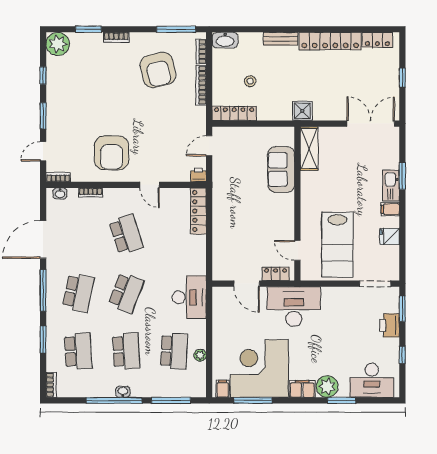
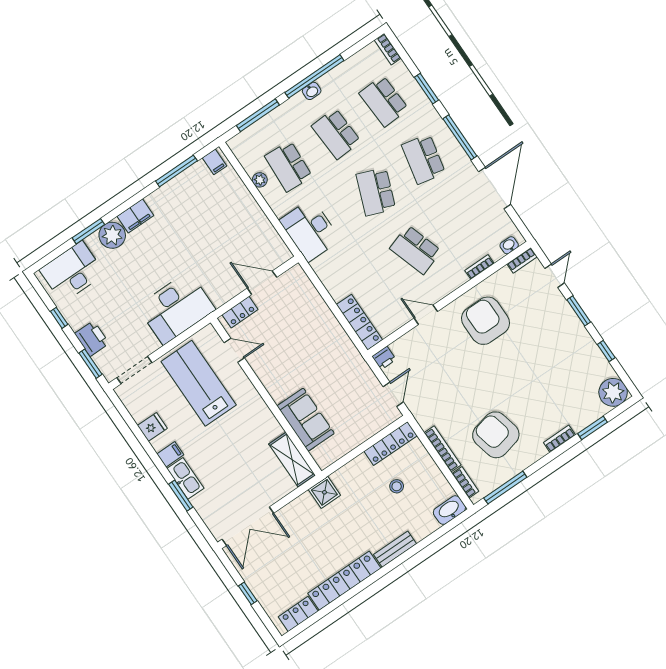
desk: (294, 307) -> (176, 308), moved
corner desk: (259, 368) -> (192, 207), removed

